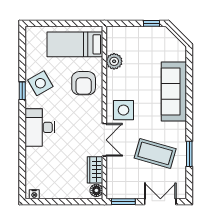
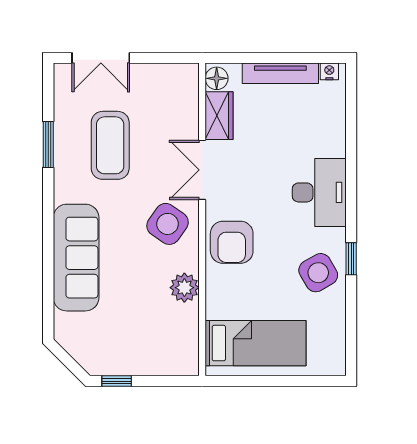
plant: (114, 61) -> (184, 288), moved
armchair: (84, 83) -> (232, 242), moved, turned 180
side table: (123, 110) -> (168, 224), turned 35
coffee table: (155, 153) -> (110, 145), turned 74
tv unit: (61, 193) -> (280, 73), added
window: (123, 202) -> (168, 58), removed

